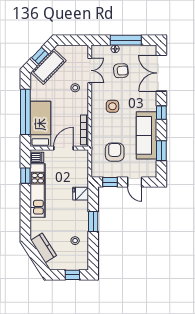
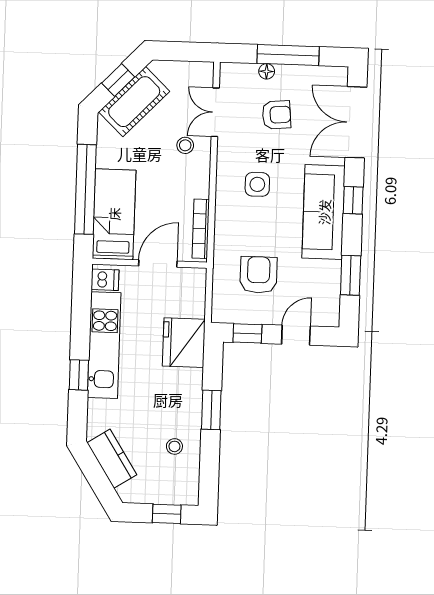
double door: (90, 70) -> (215, 112), swing flipped
sofa: (146, 135) -> (324, 212), moved
window: (25, 176) -> (79, 375), moved
door: (135, 182) -> (296, 335), swing flipped
fridge: (81, 194) -> (184, 343), width x1.88, depth x1.34

